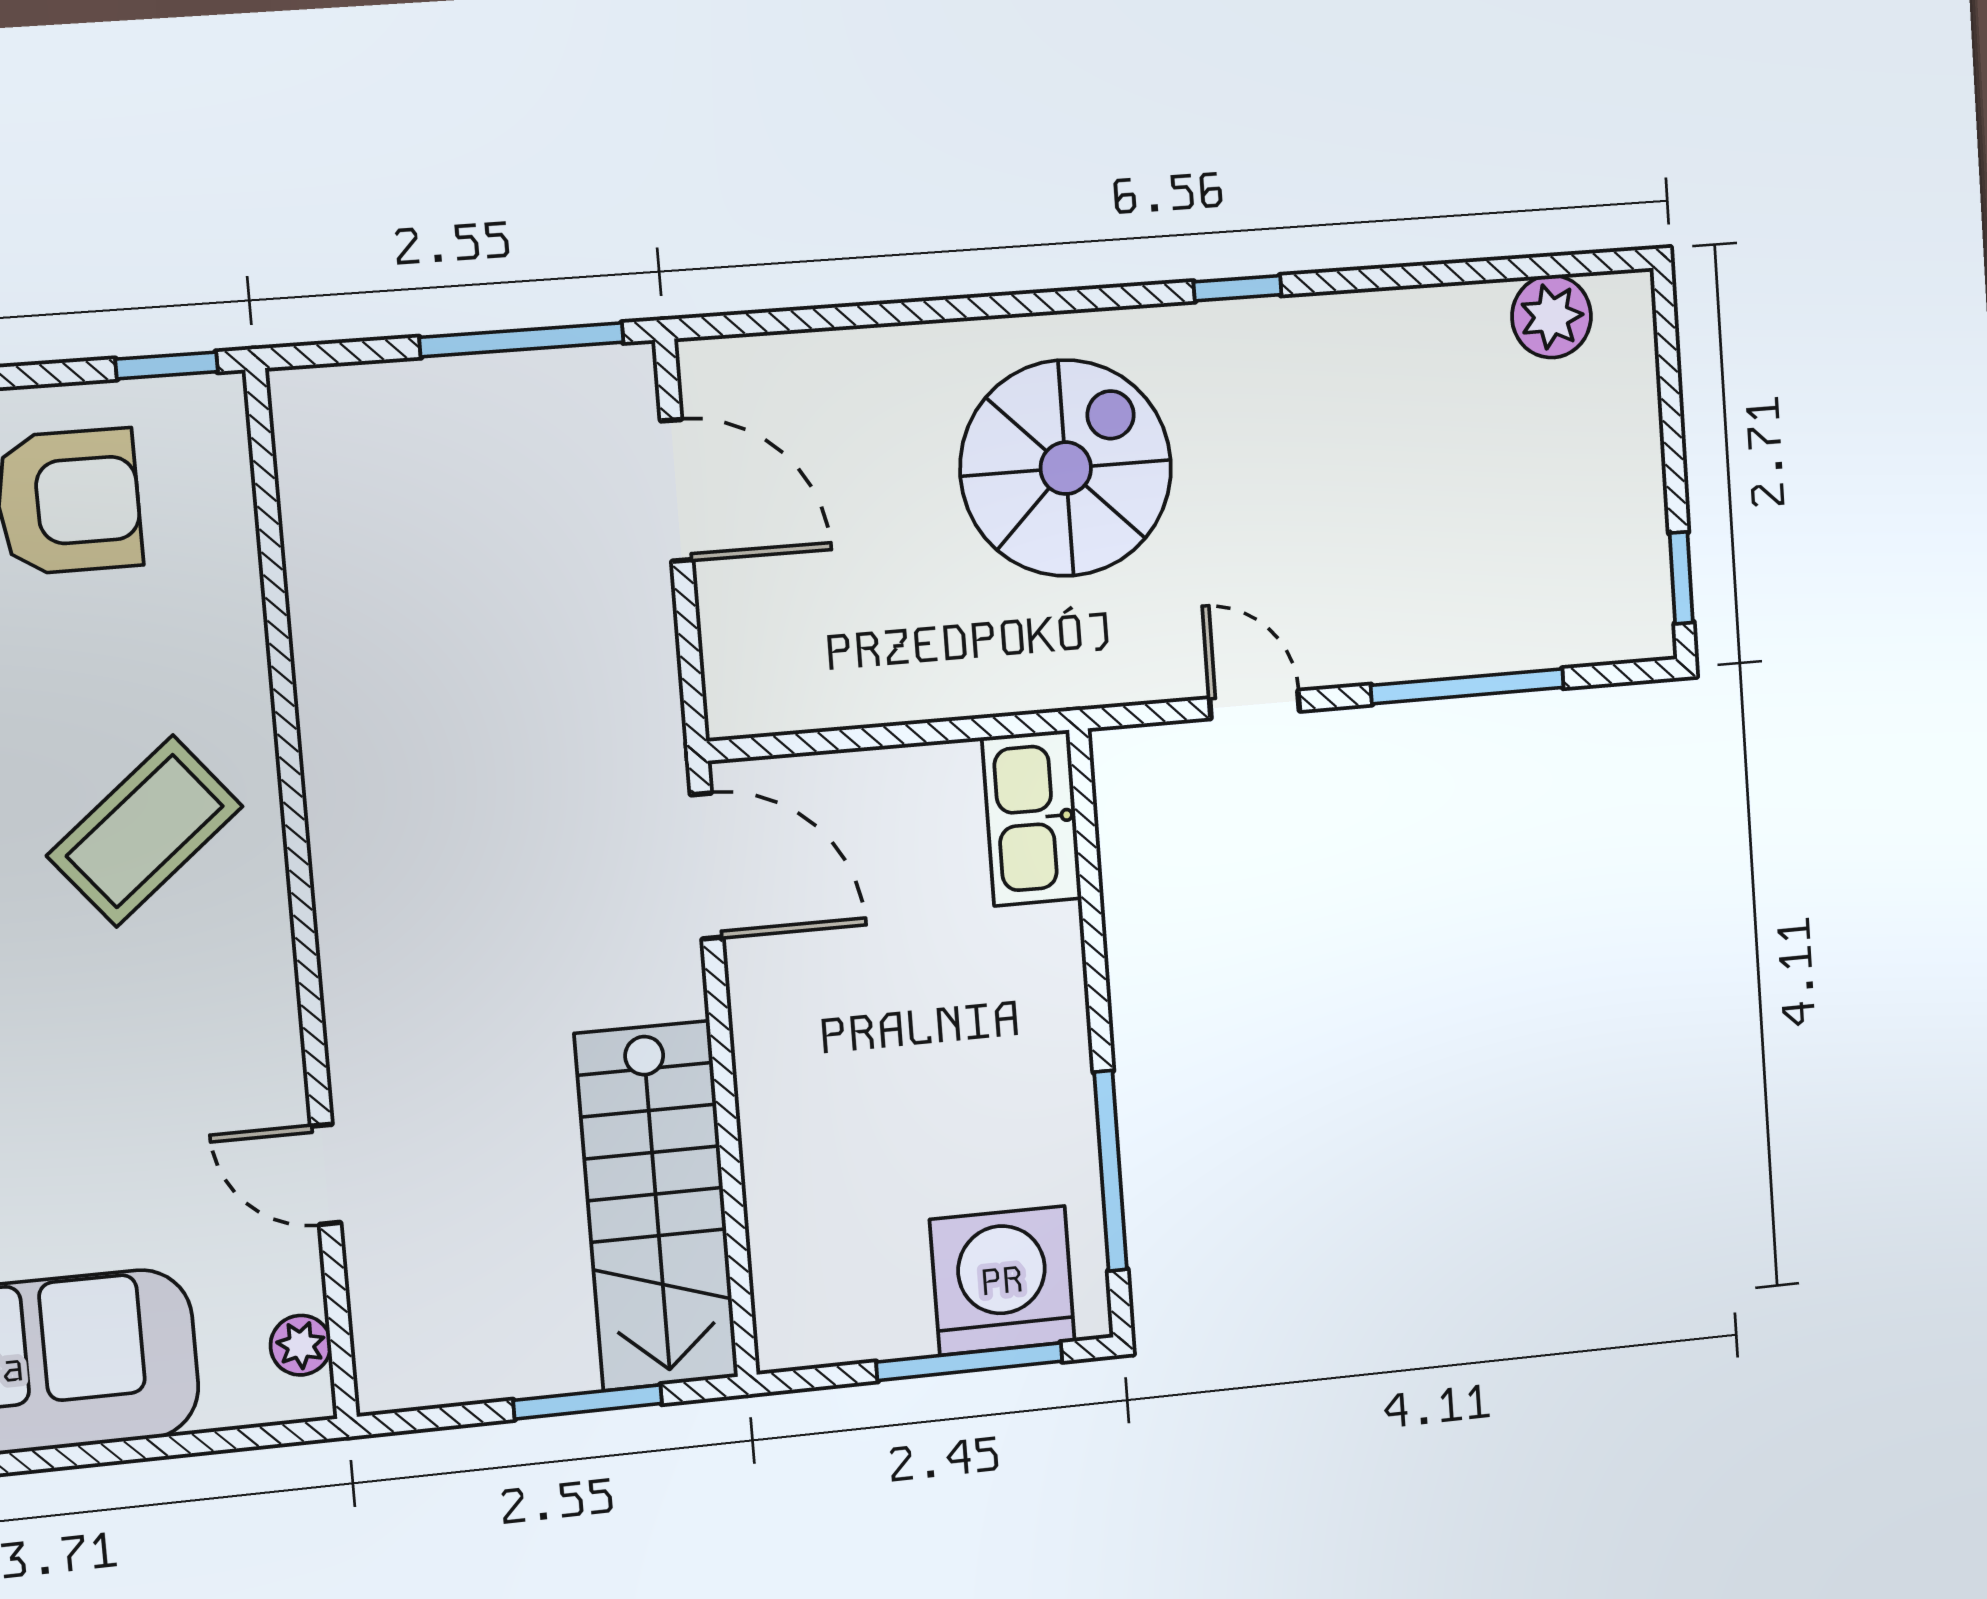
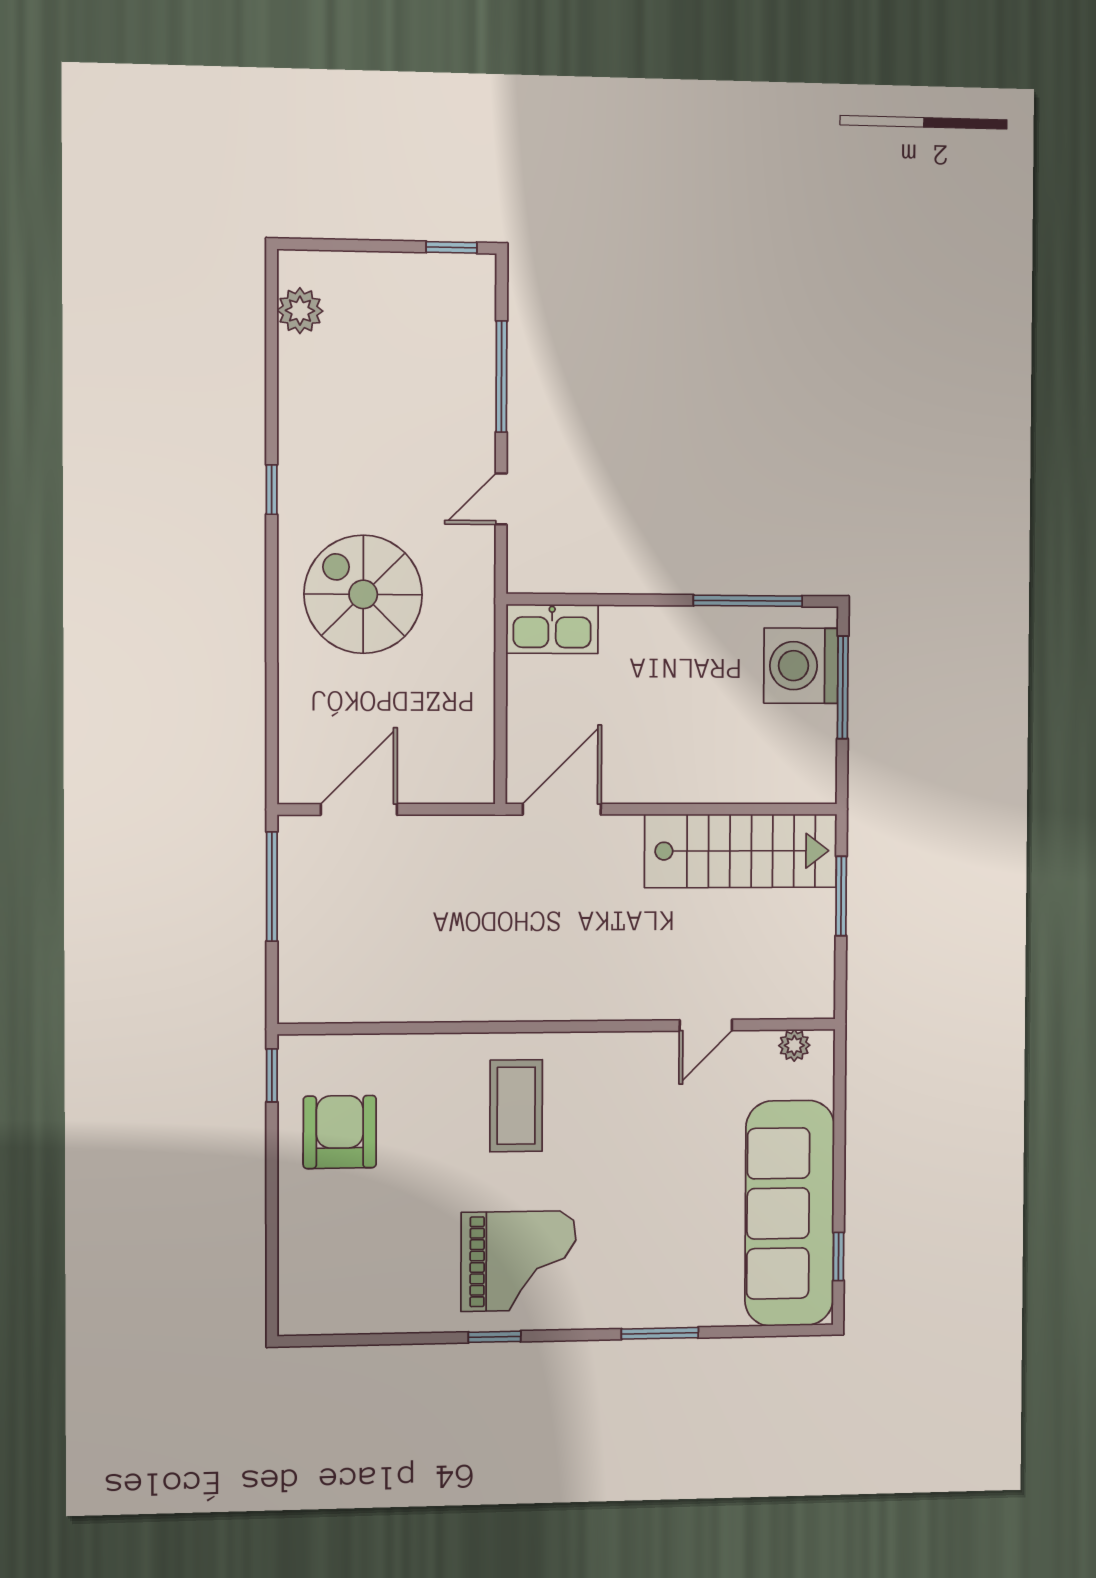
coffee table: (145, 831) -> (516, 1106), turned 39

